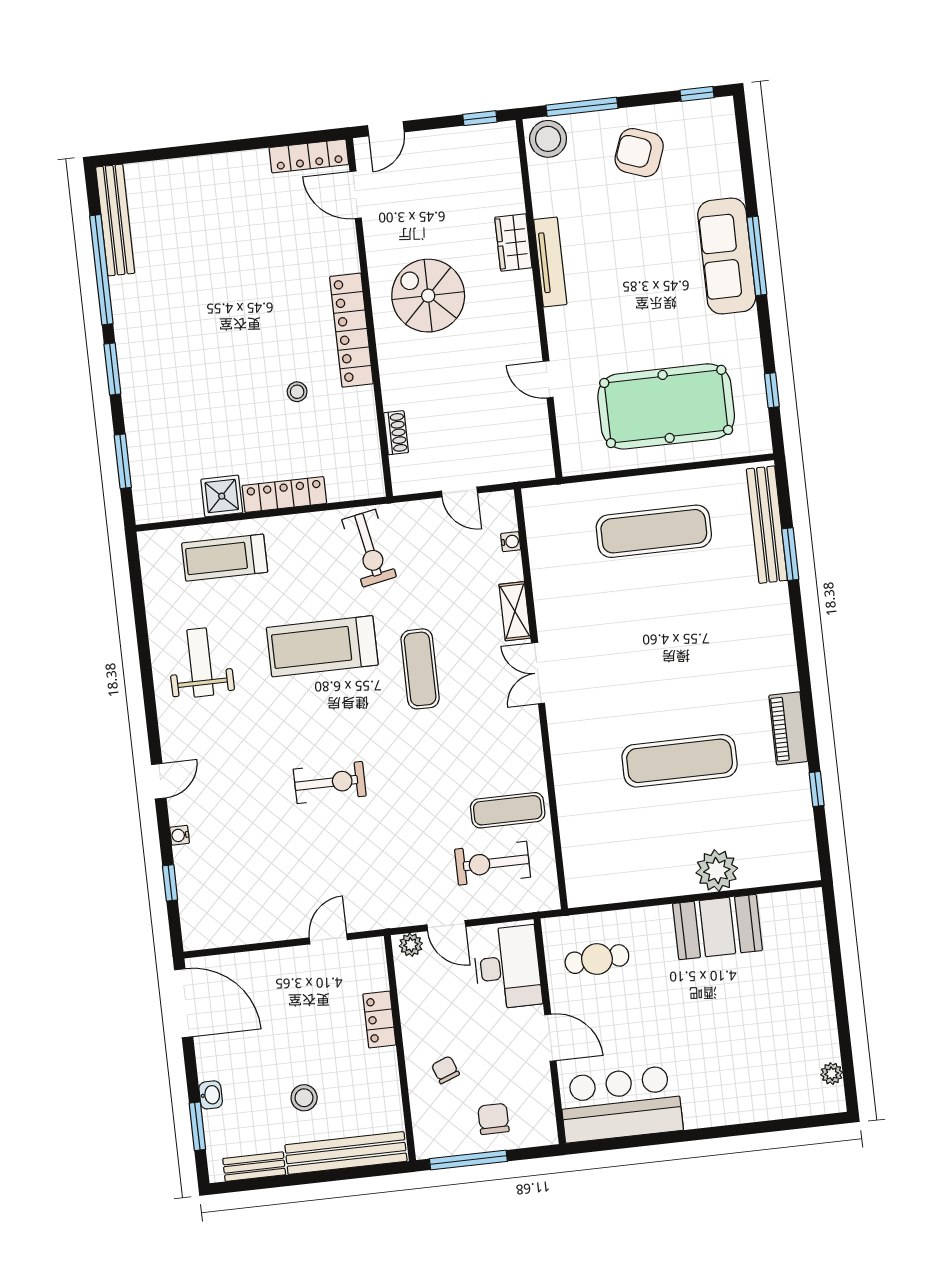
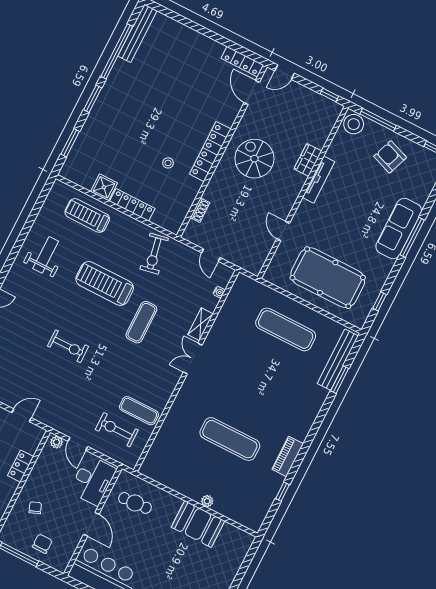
plant: (717, 871) -> (207, 501), width x0.53, depth x0.53

